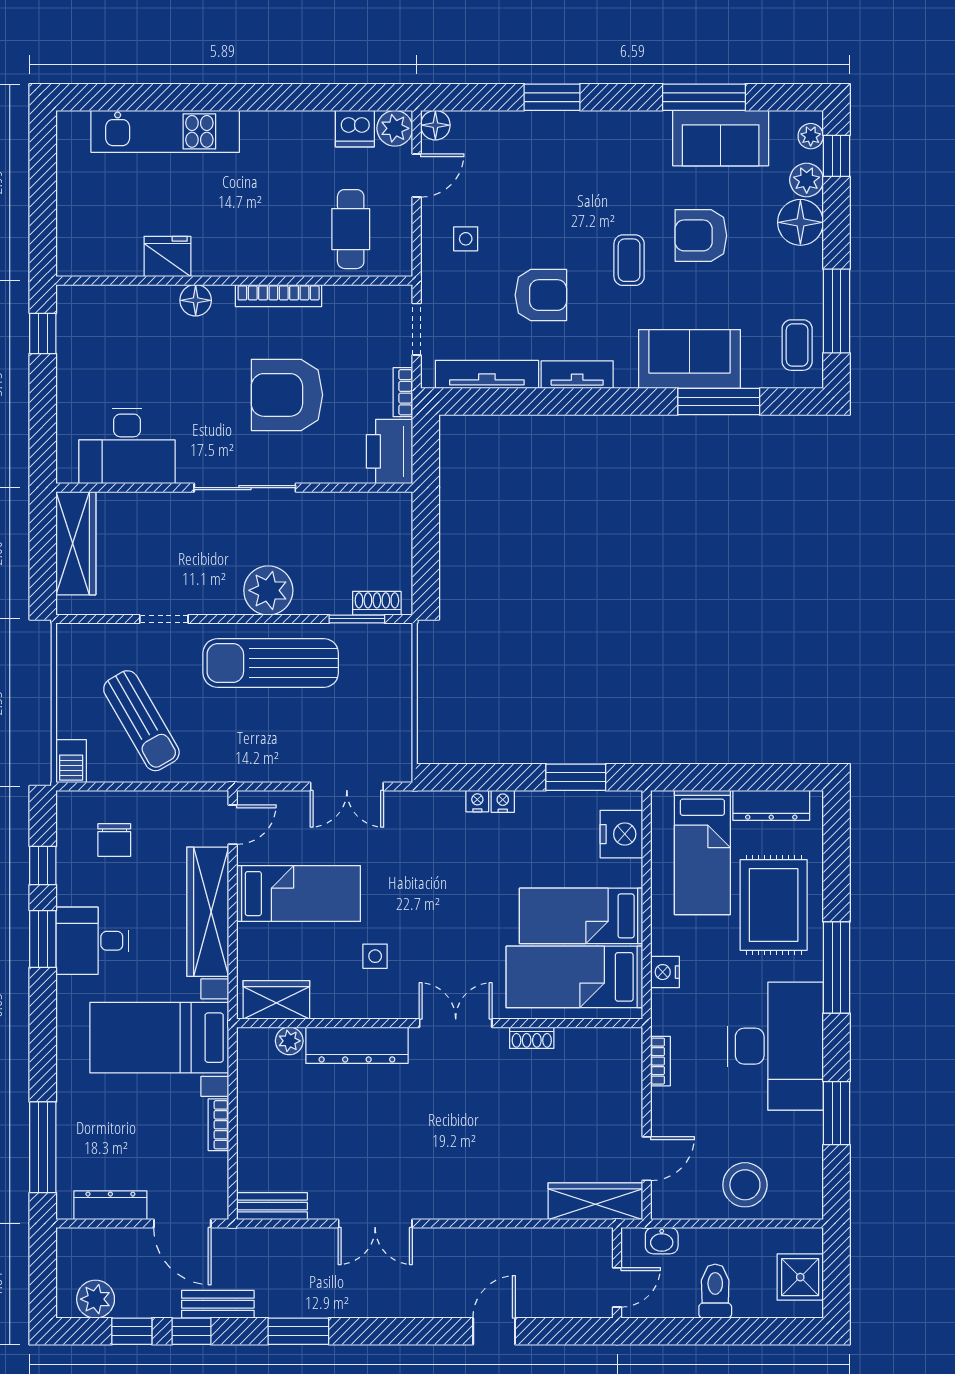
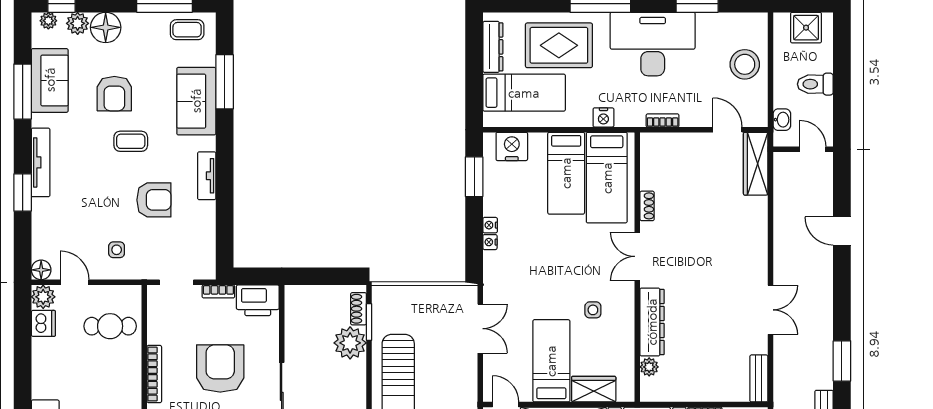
armchair: (541, 295) -> (154, 200), turned 90
tv unit: (487, 374) -> (41, 162), moved, turned 180
armchair: (287, 395) -> (220, 368), turned 180
plant: (268, 590) -> (350, 343), moved
wardrobe: (276, 1000) -> (594, 389), moved, turned 90

